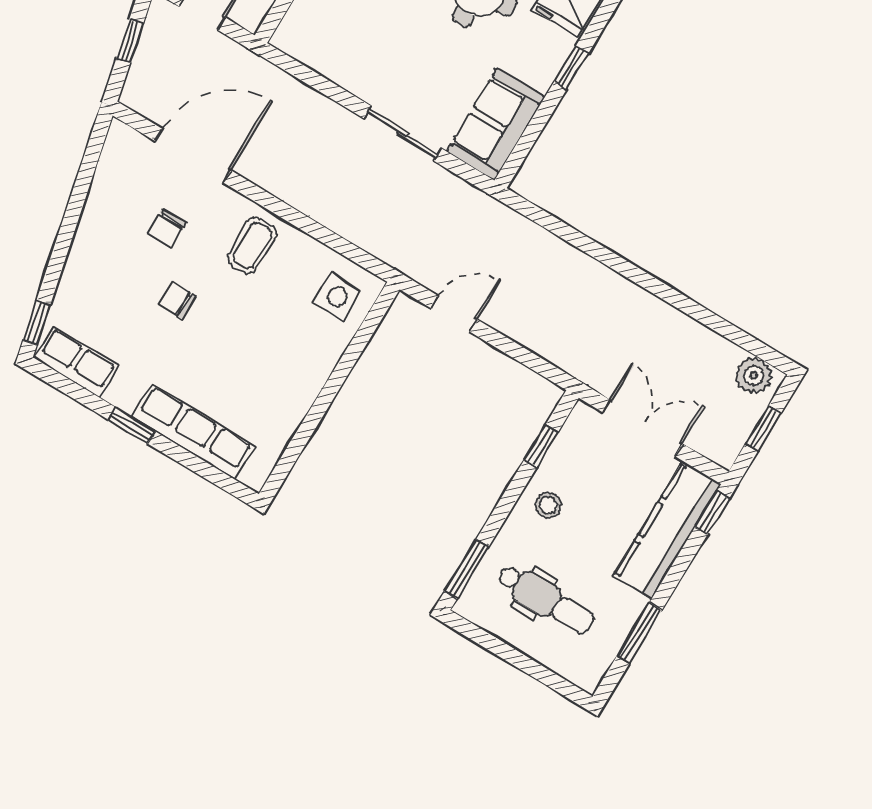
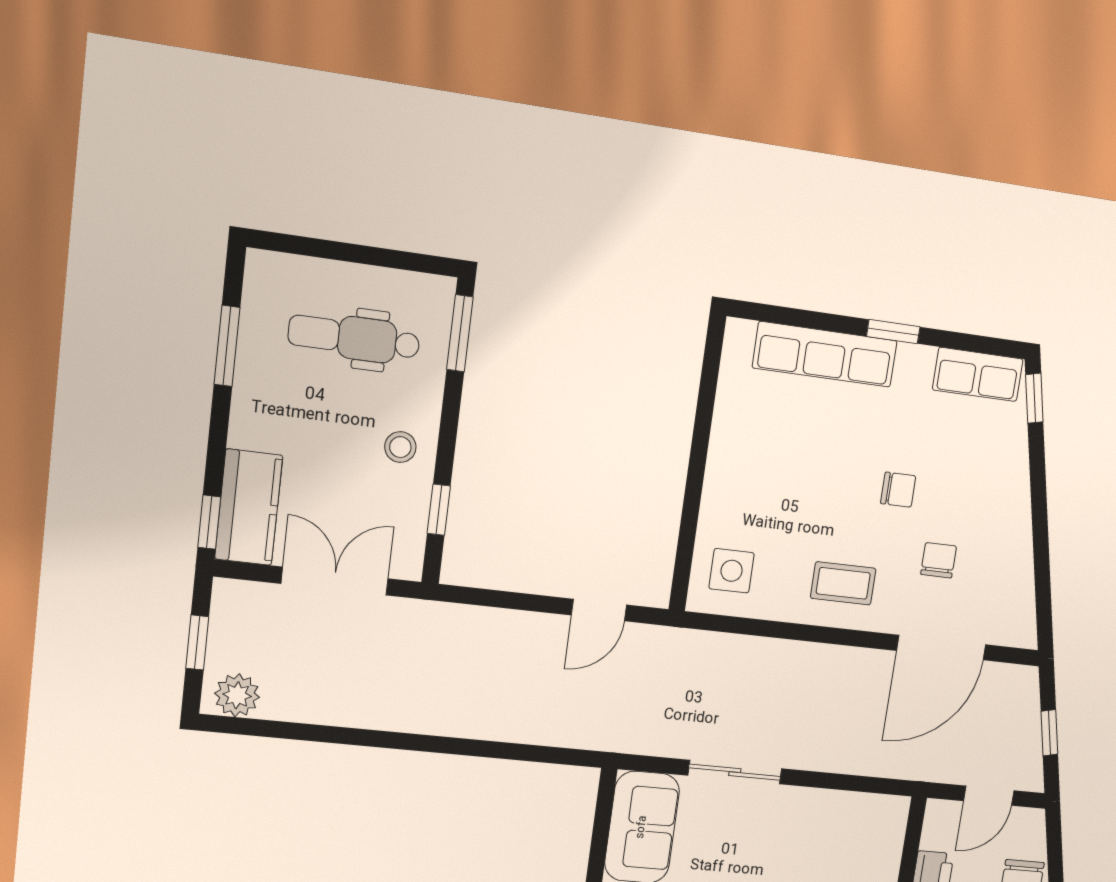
coffee table: (252, 245) -> (843, 583), turned 90
double door: (642, 428) -> (335, 581), swing flipped
kitchen counter: (667, 530) -> (249, 507), width x0.67

